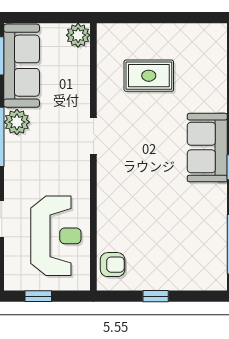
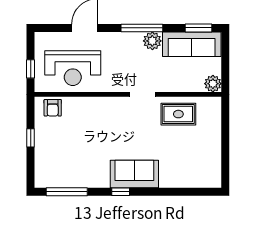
rug: (149, 76) -> (178, 114), moved, turned 90
window: (38, 296) -> (31, 69), moved

